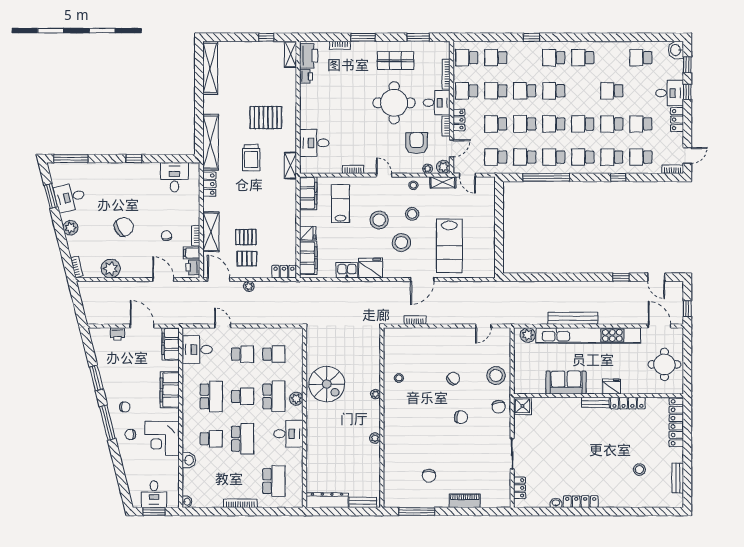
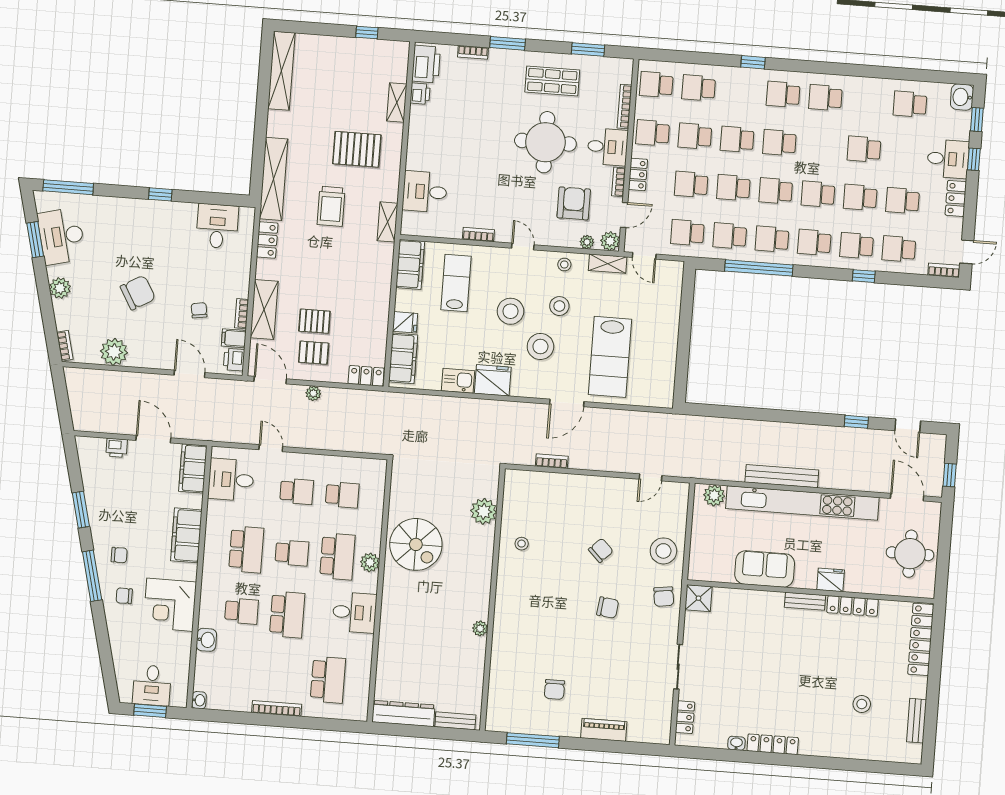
shelving: (291, 54) -> (397, 102), moved
desk: (70, 197) -> (61, 236), width x1.37
plant: (375, 394) -> (484, 511), moved, width x1.87, depth x1.87

